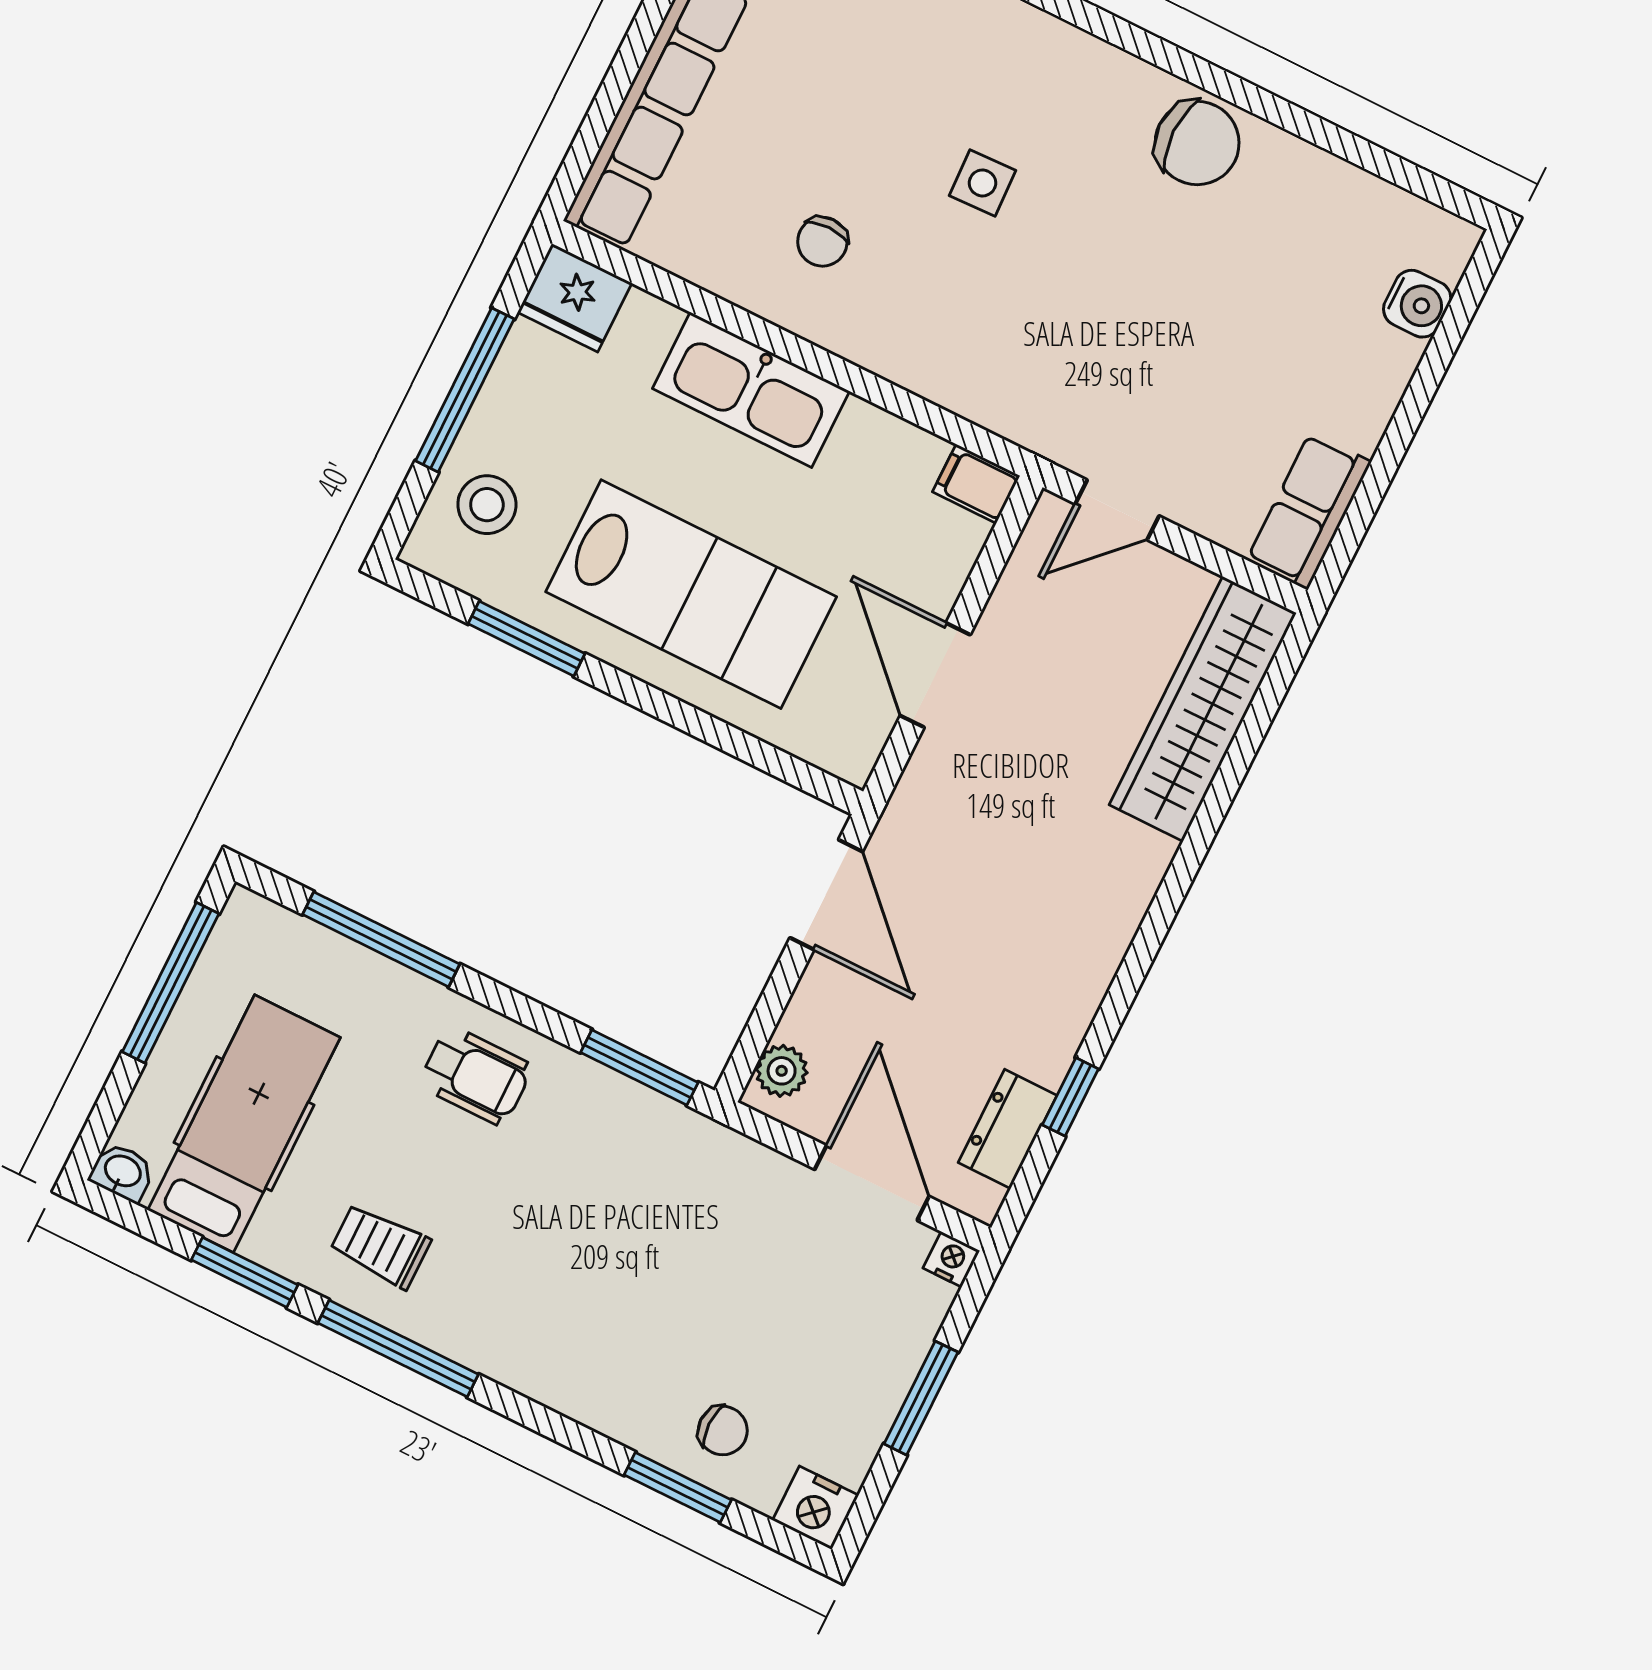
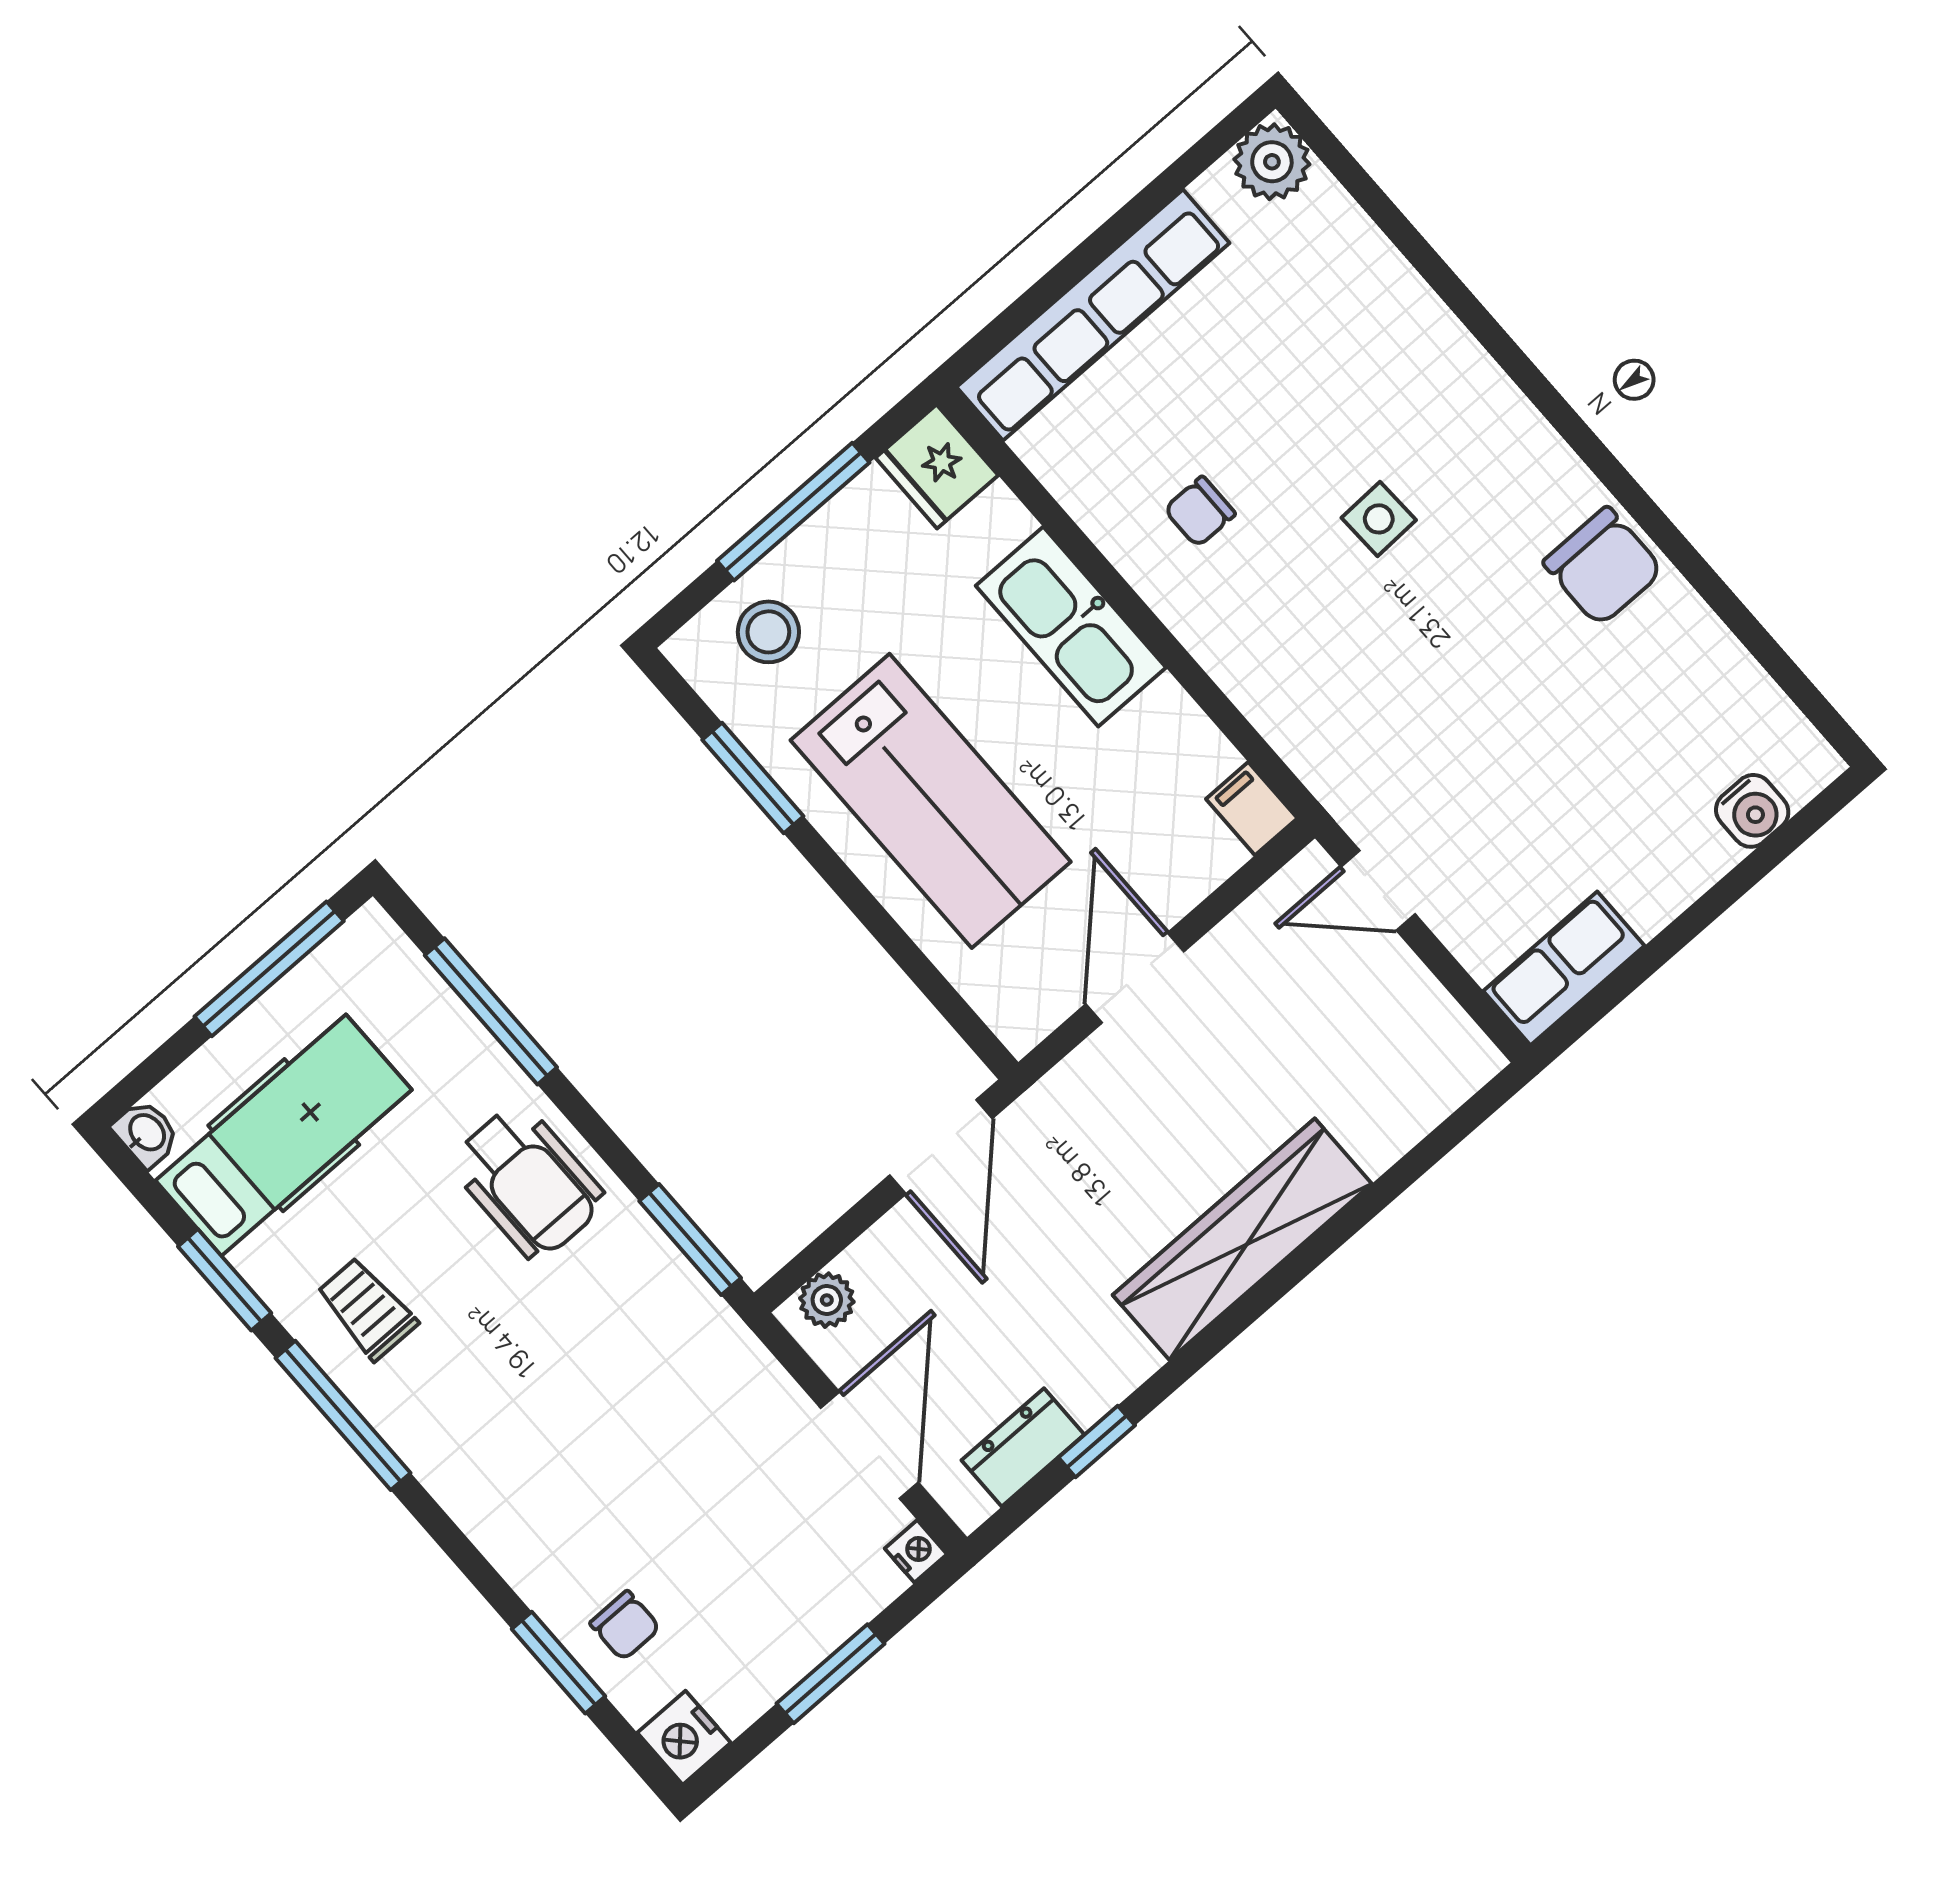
wardrobe: (1203, 709) -> (1242, 1239), moved
wheelchair: (476, 1076) -> (528, 1182), width x1.36, depth x1.37

